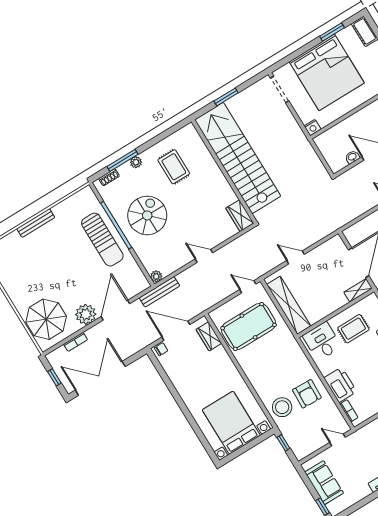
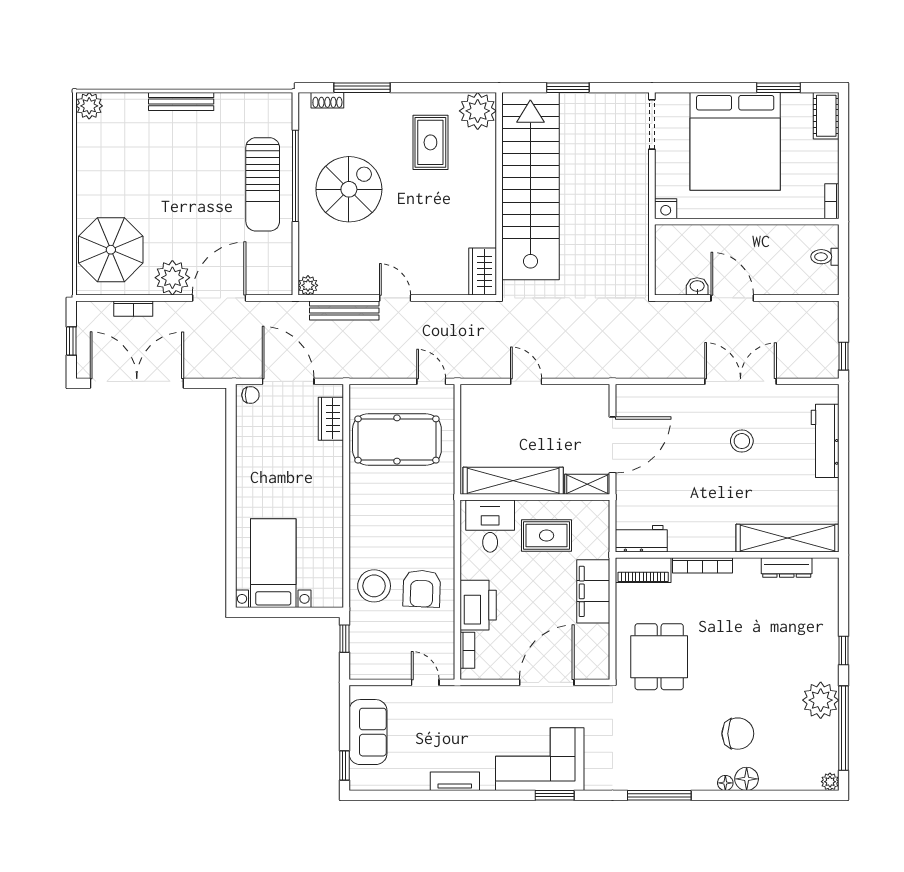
plant: (136, 162) -> (478, 111), moved, width x1.87, depth x1.87
bench: (159, 292) -> (344, 310), moved
shelving: (289, 305) -> (513, 481), moved, turned 90
bed with nightstands: (231, 423) -> (273, 563), width x0.73

